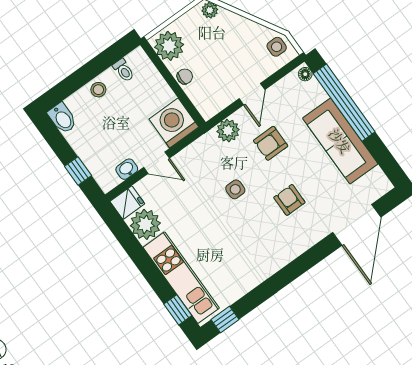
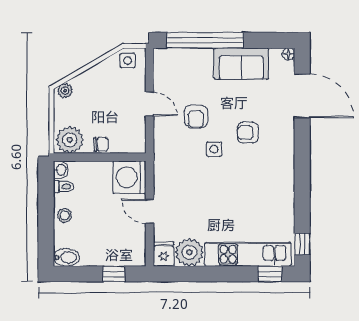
floor lamp: (305, 74) -> (288, 54), moved
chair: (185, 76) -> (101, 144), turned 90
plant: (228, 131) -> (164, 141), removed
sofa: (340, 141) -> (241, 64), width x0.73
door: (156, 163) -> (150, 211), swing flipped
washbasin: (127, 169) -> (61, 170), moved, turned 180
side table: (235, 189) -> (214, 149), moved

